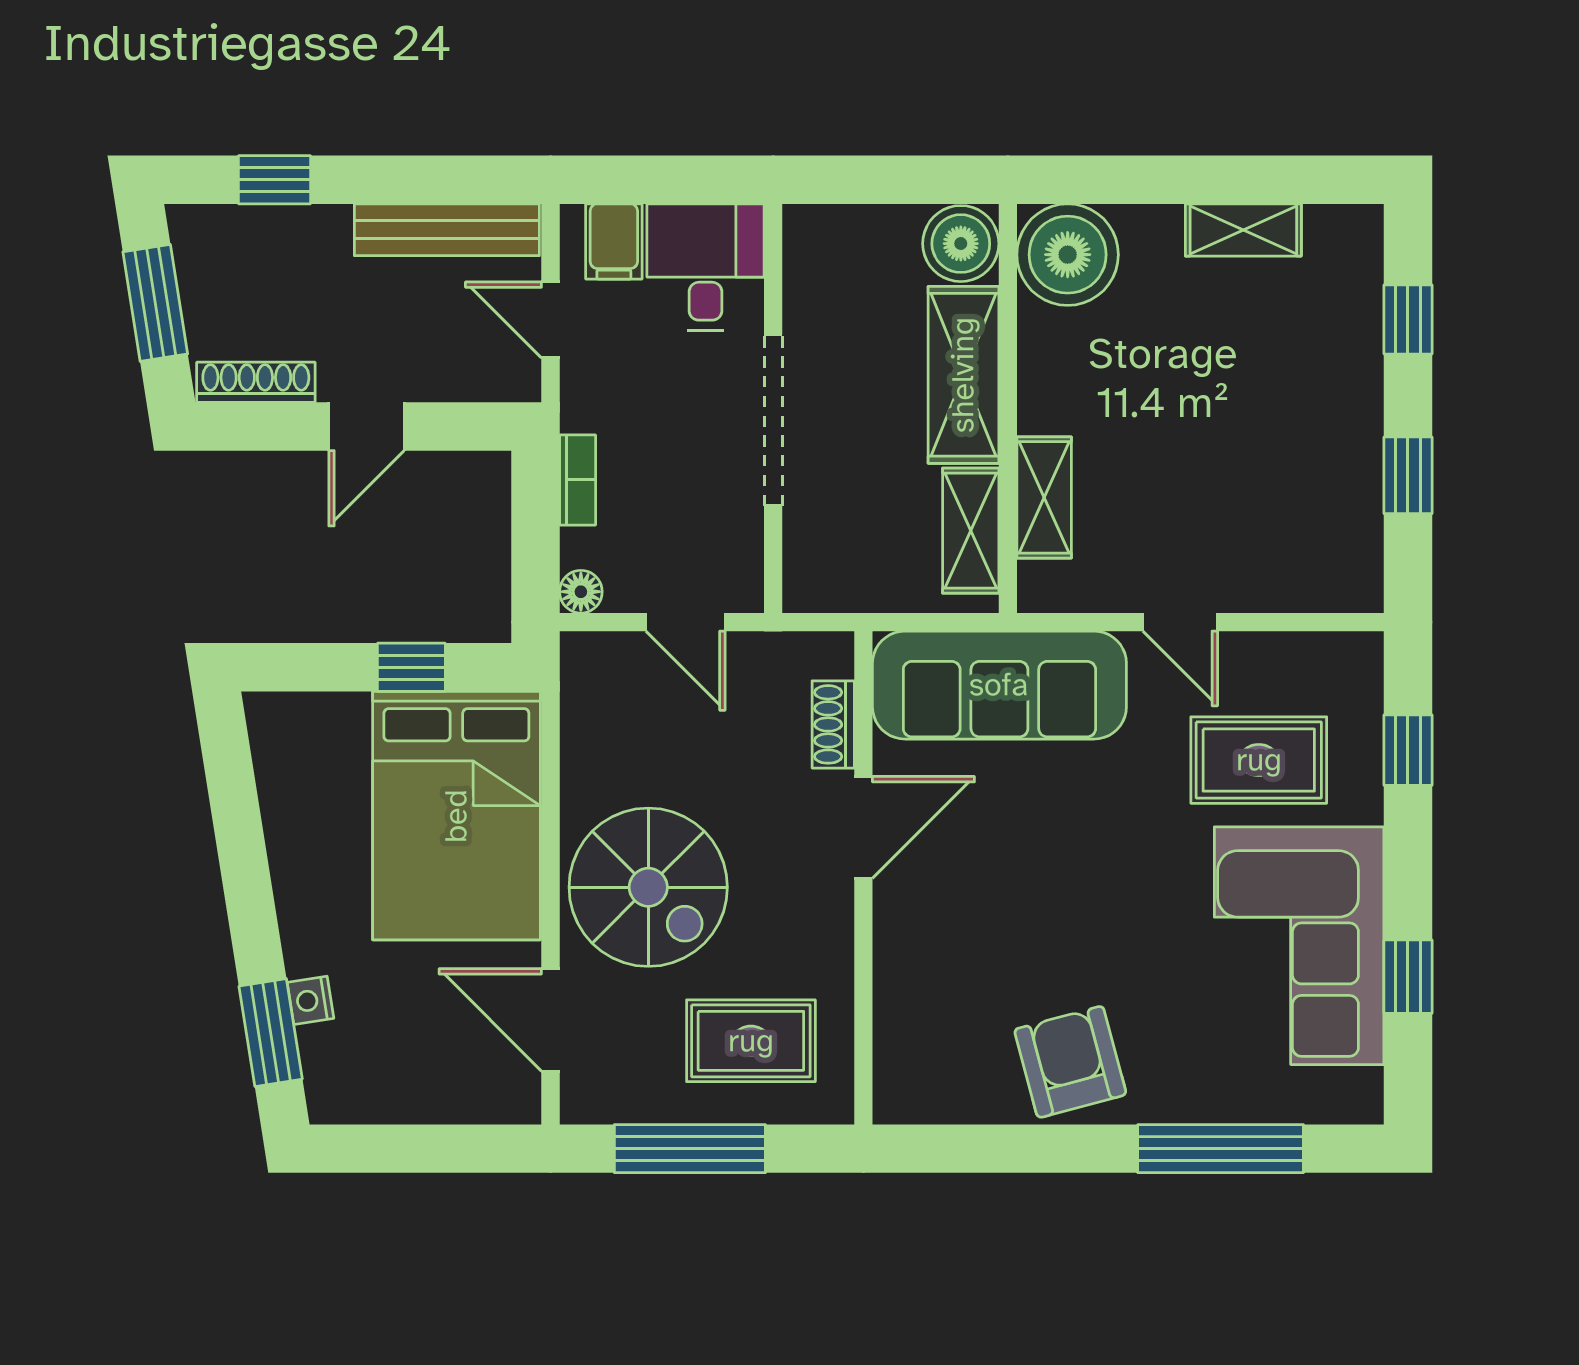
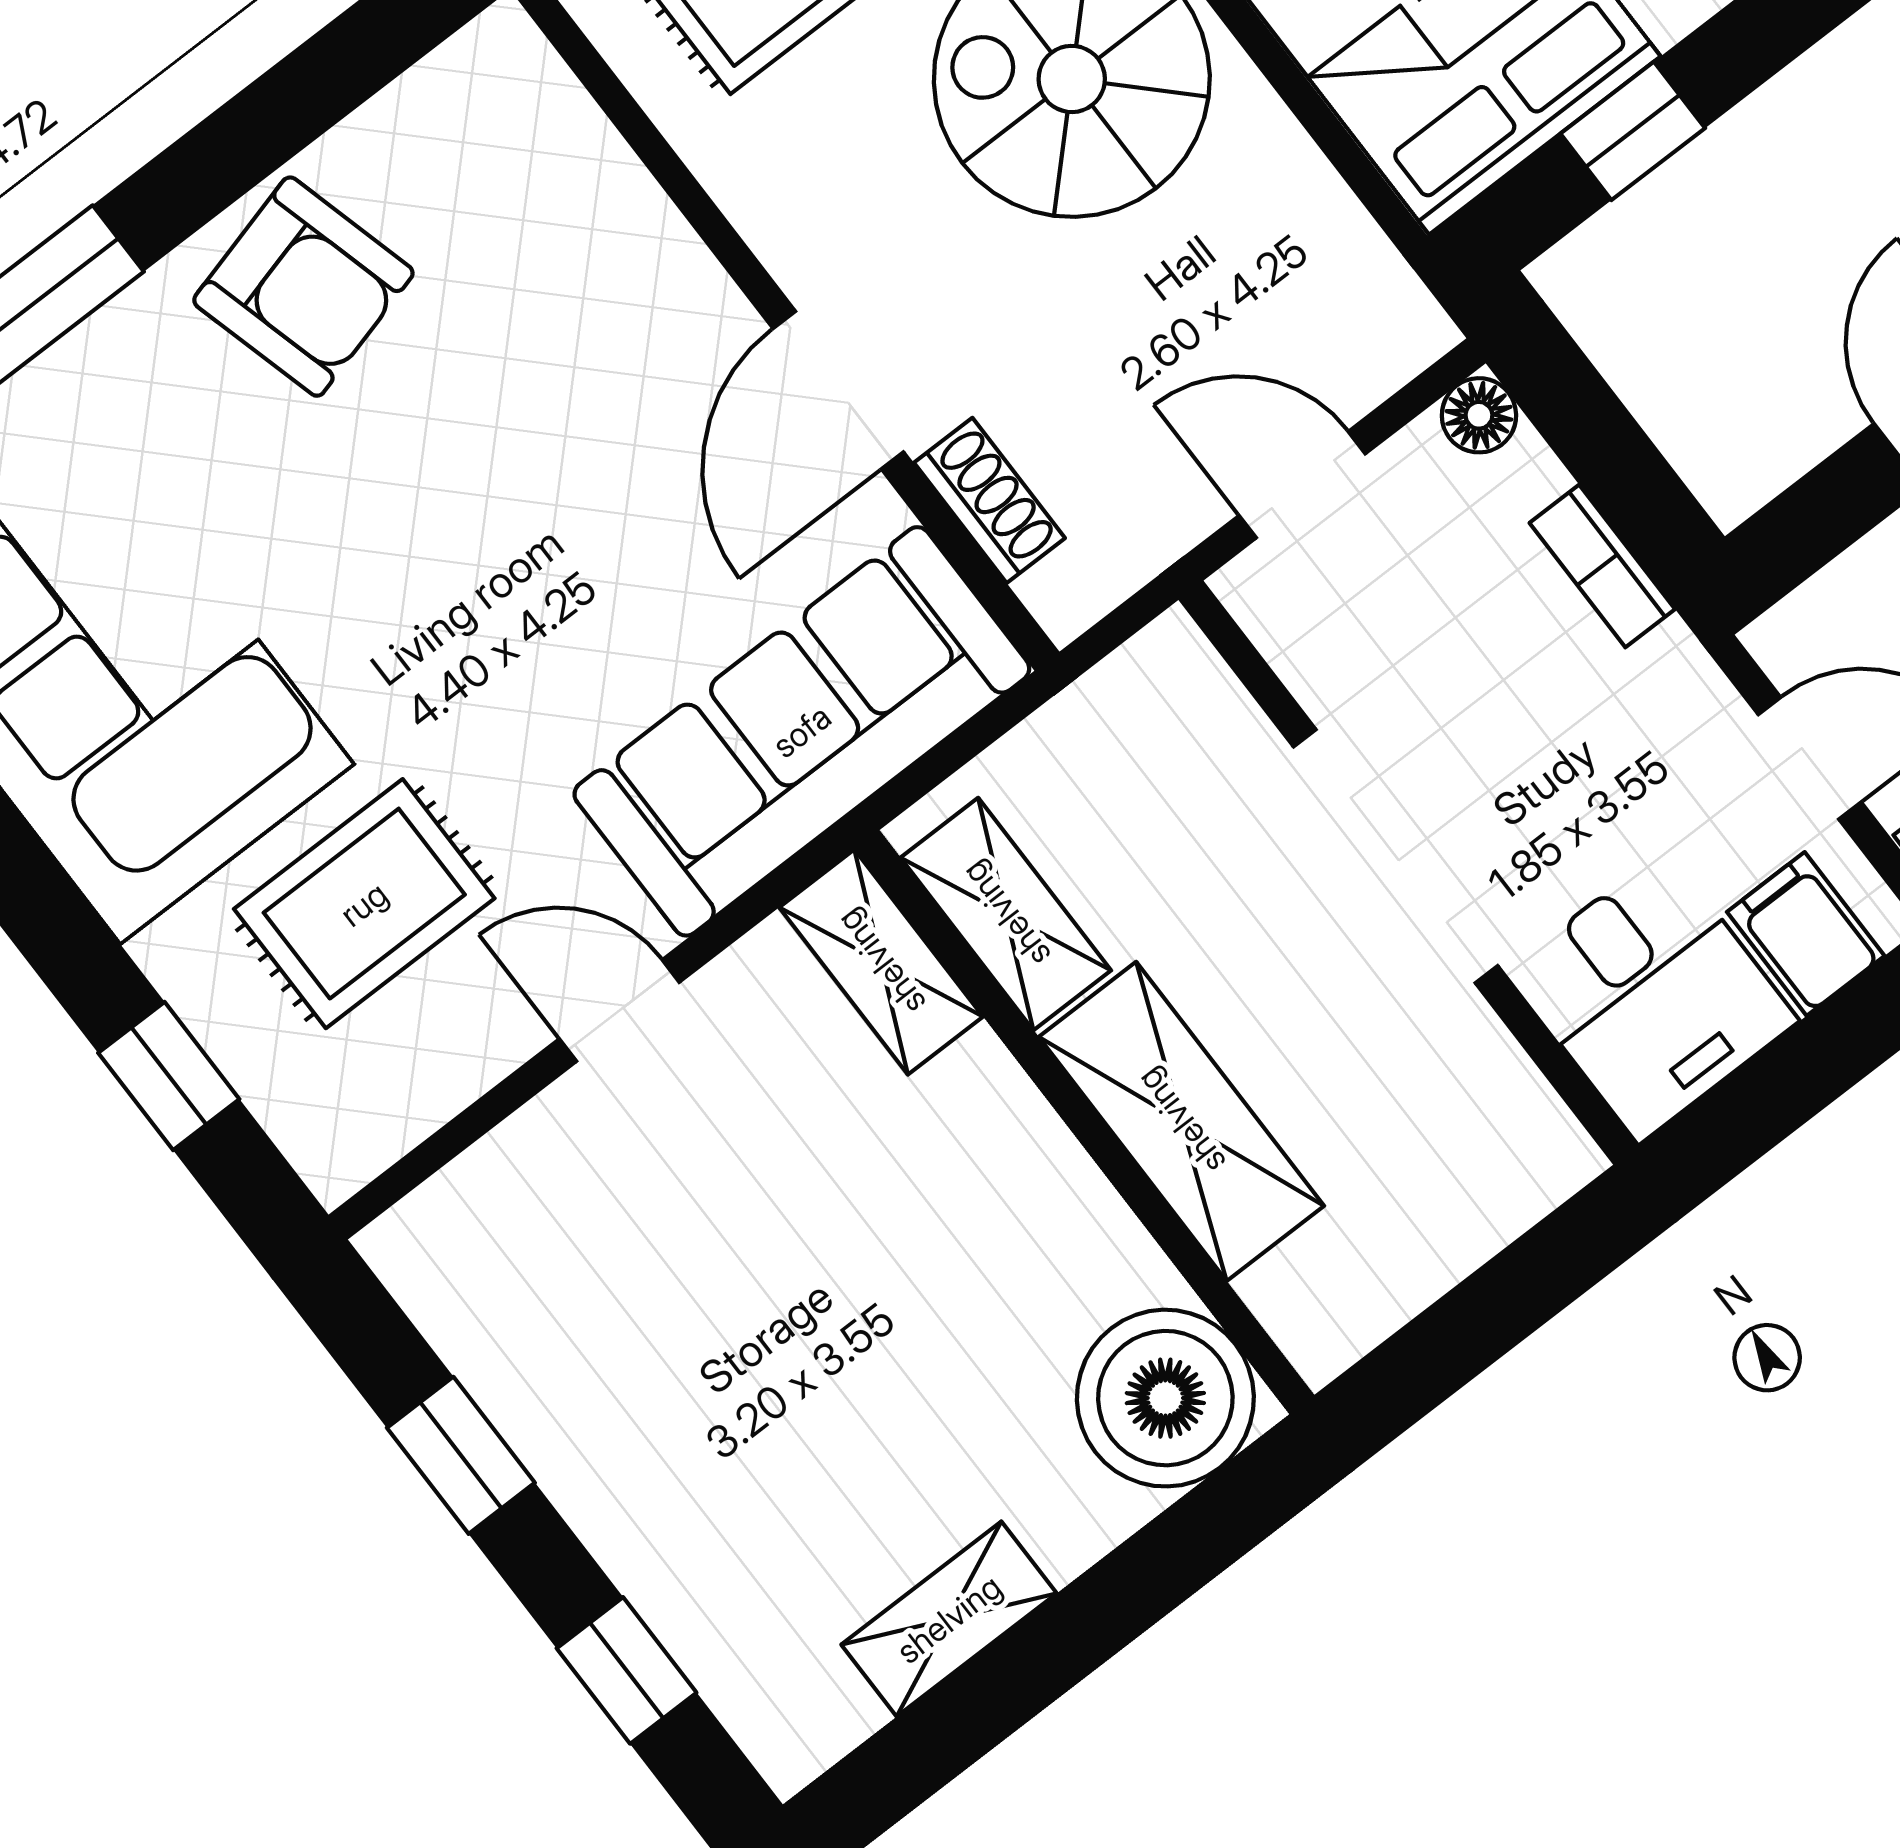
boiler: (961, 244) -> (1325, 1300), removed
shelving: (1044, 497) -> (881, 962), moved

